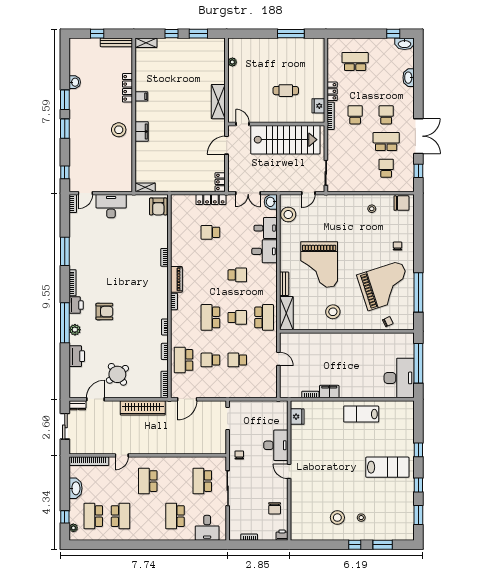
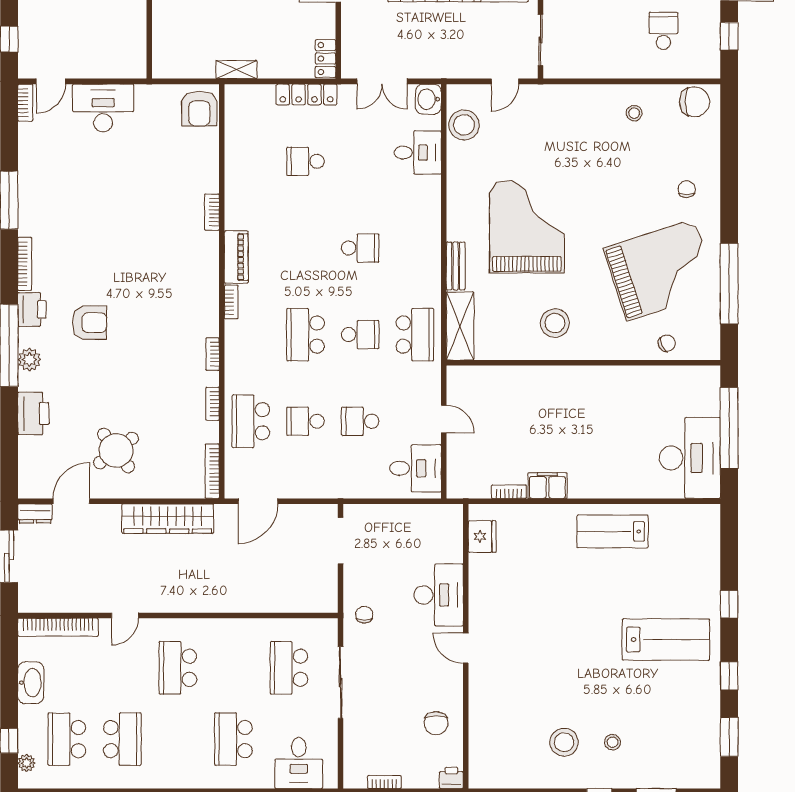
shelving: (145, 187) -> (236, 70), moved
desk: (264, 251) -> (416, 468), moved
grand piano: (319, 264) -> (527, 227), turned 180

